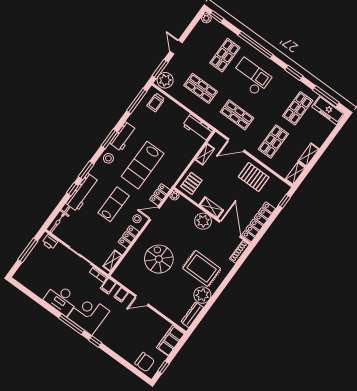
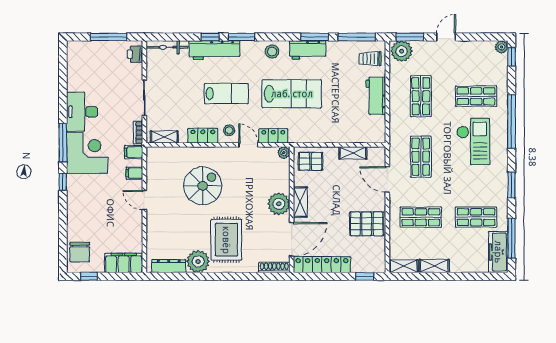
workbench: (198, 128) -> (376, 96), moved
window: (109, 139) -> (315, 37), moved
lab bench: (143, 165) -> (292, 94), turned 180
pallet: (254, 177) -> (367, 224), turned 90

